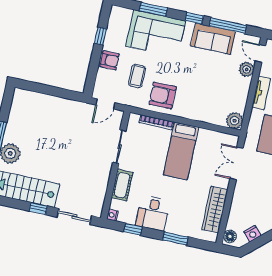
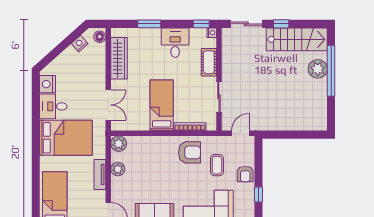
armchair: (110, 60) -> (245, 174), turned -90
plant: (247, 69) -> (118, 169), moved
window: (133, 229) -> (201, 24), moved

